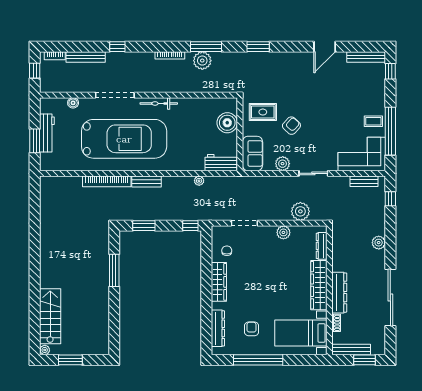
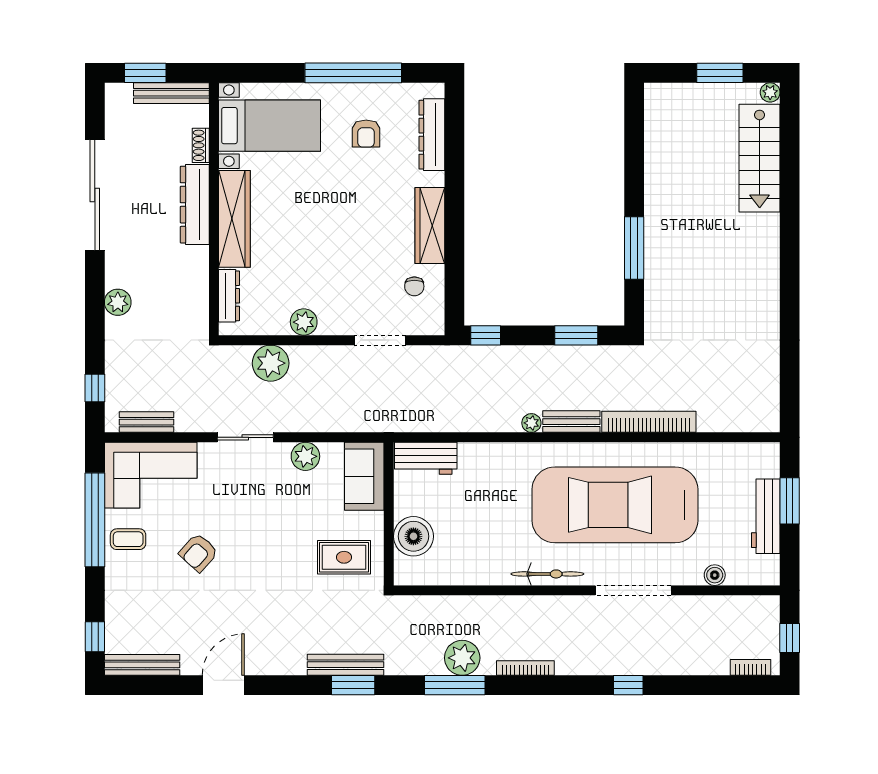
bench: (86, 57) -> (345, 665), moved
armchair: (291, 126) -> (199, 553), moved
plant: (199, 181) -> (531, 423), moved

